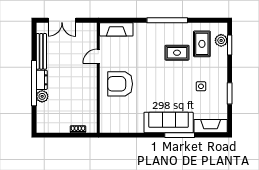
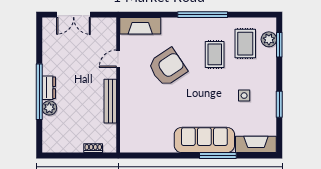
bench: (41, 51) -> (110, 101), moved
rug: (177, 53) -> (215, 54), turned 90
armchair: (120, 84) -> (167, 67), moved, turned 146

